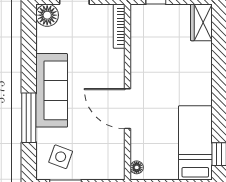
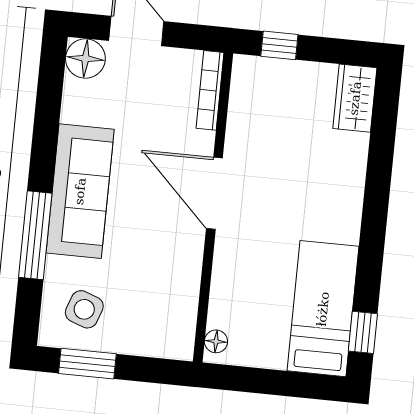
door: (128, 109) -> (214, 193), moved

